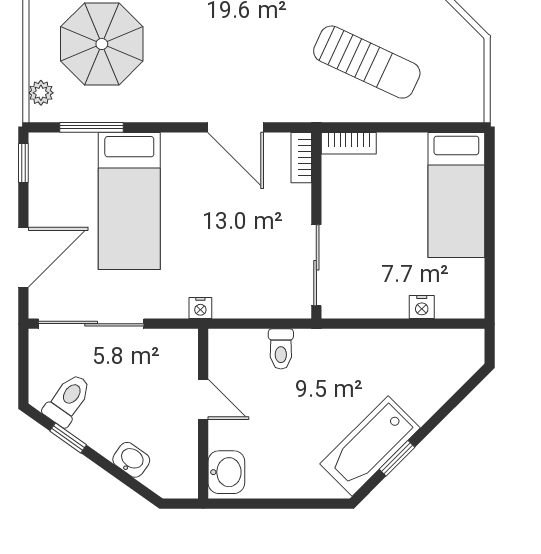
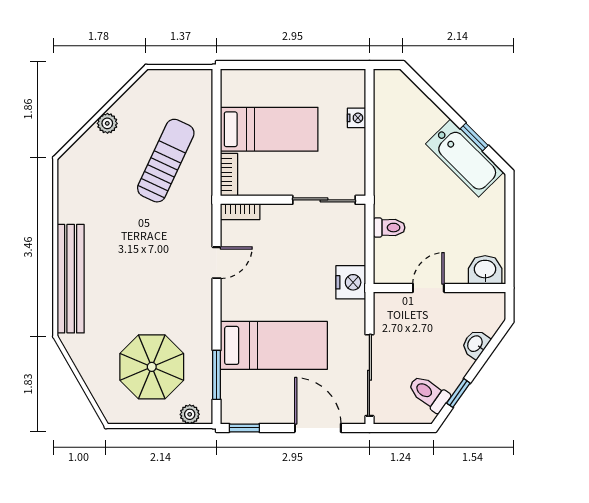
door: (236, 127) -> (217, 263), width x0.73
bed: (456, 195) -> (269, 129), moved
nightstand: (200, 308) -> (351, 282), width x1.89, depth x1.79

